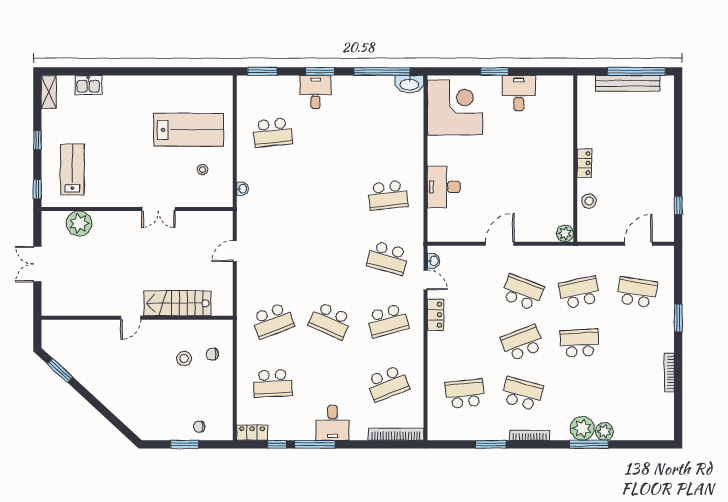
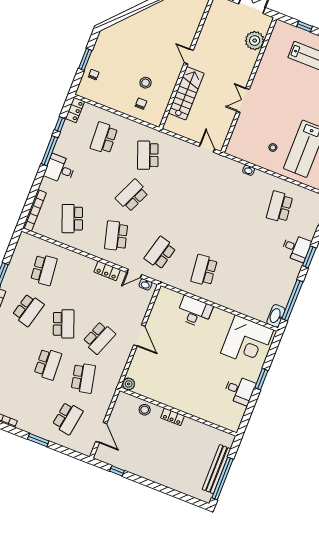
wall: (137, 209) -> (249, 85), moved
double door: (159, 209) -> (243, 100), moved
plant: (79, 224) -> (255, 41), moved

